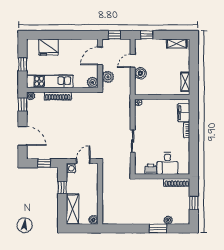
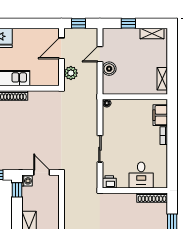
window: (147, 35) -> (128, 23), moved
plant: (93, 82) -> (53, 80), removed
door: (83, 161) -> (42, 172), hinge flipped
printer: (151, 169) -> (109, 182), moved
window: (62, 187) -> (17, 190), moved

